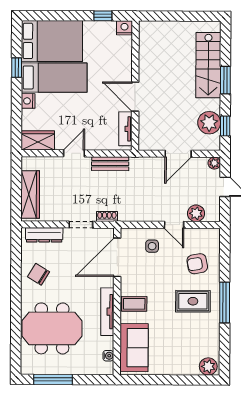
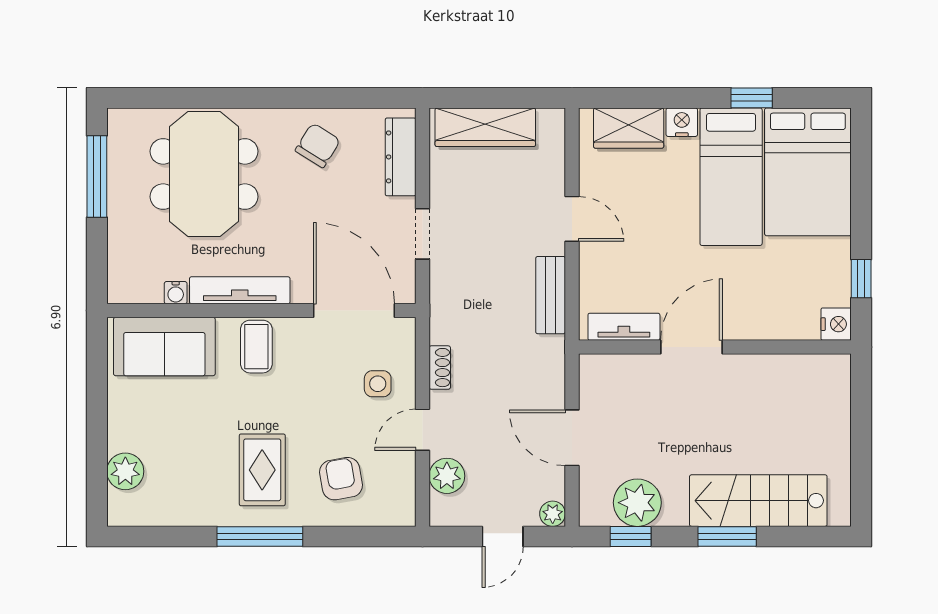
wardrobe: (38, 140) -> (629, 128), moved, turned 90
shoe rack: (107, 216) -> (440, 368), moved
water cooler: (108, 356) -> (176, 293), moved
plant: (208, 366) -> (125, 471), moved

